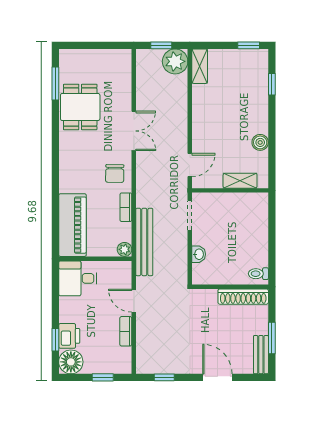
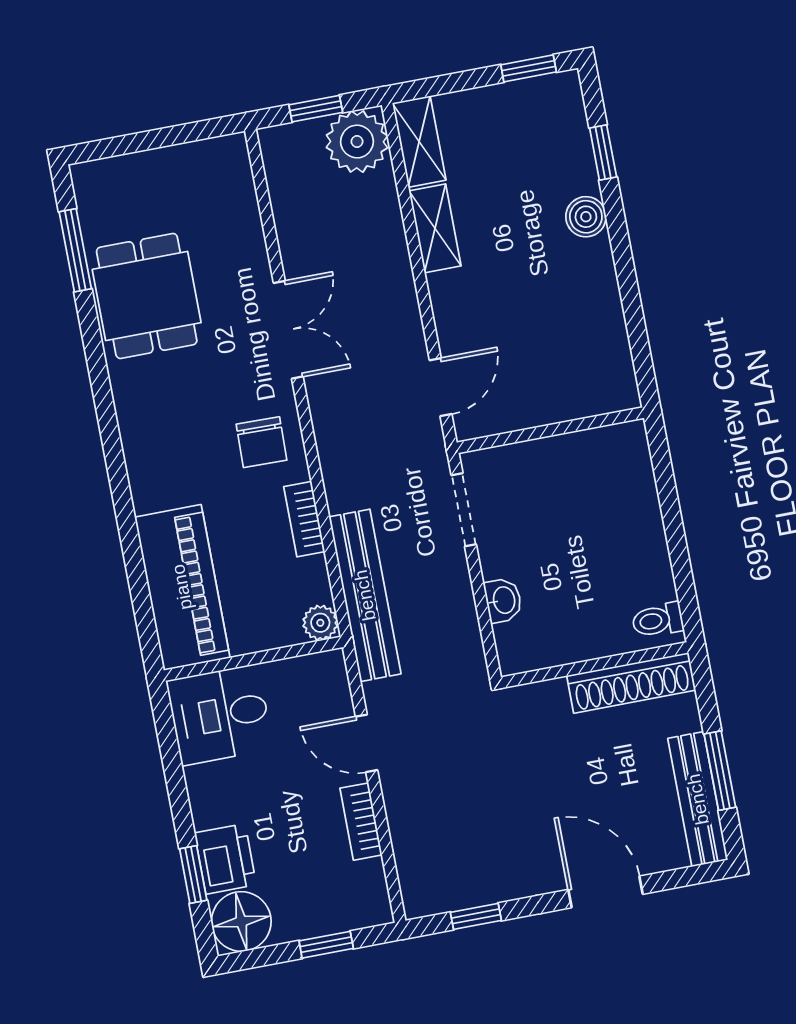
boiler: (260, 142) -> (586, 217), moved
shelving: (240, 181) -> (435, 228), moved, turned 90
bench: (261, 355) -> (698, 799), width x1.36

